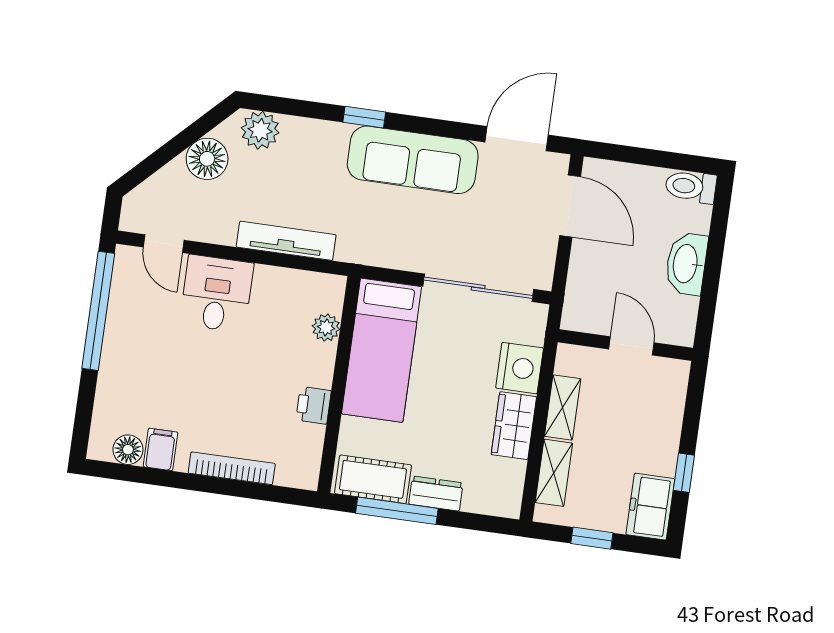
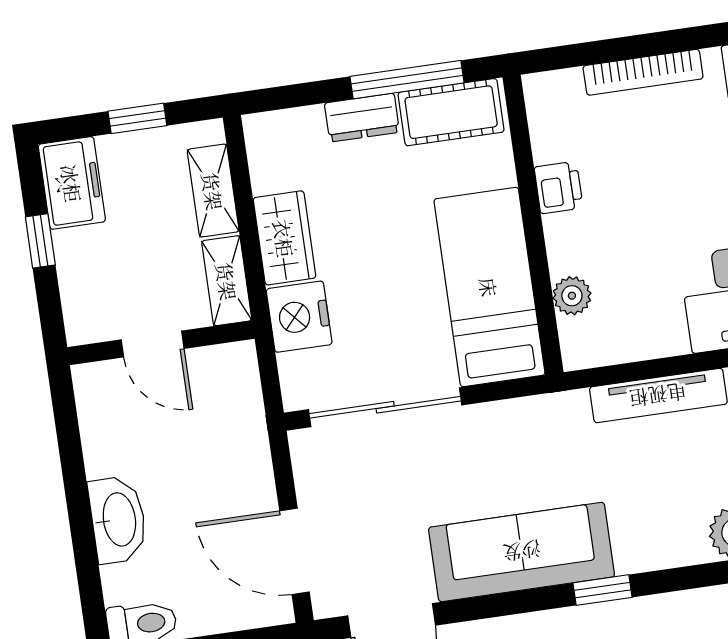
wall: (625, 345) -> (161, 343), moved
door: (631, 346) -> (153, 344), moved

